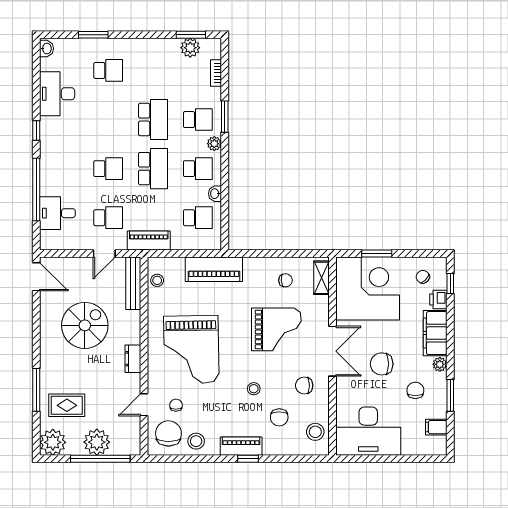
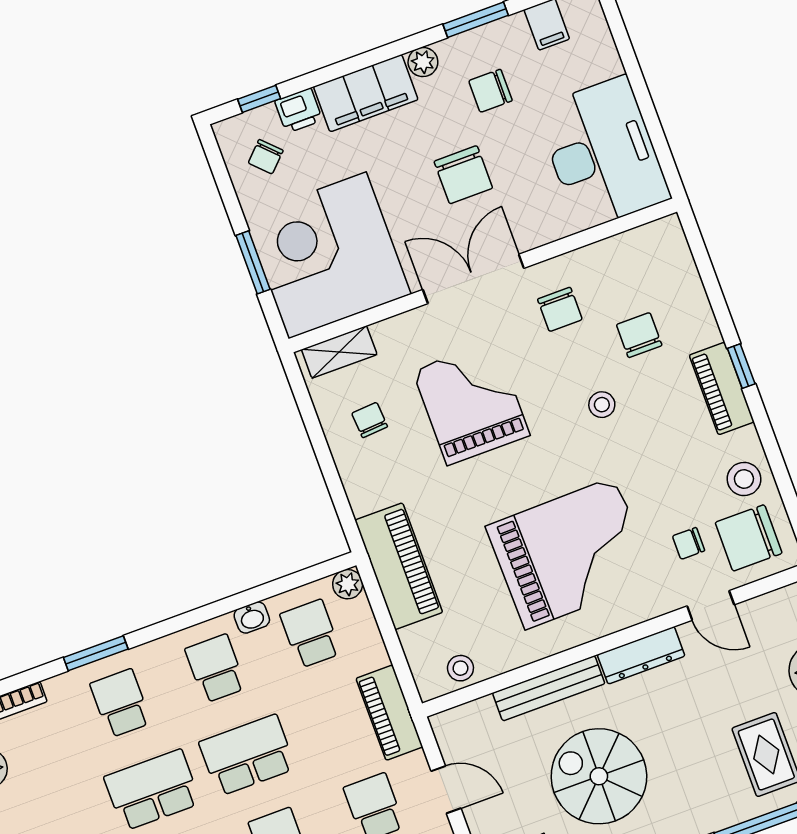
plant: (214, 144) -> (348, 584), moved
bench: (133, 283) -> (549, 688), moved
dresser: (133, 359) -> (641, 655), width x1.44
chair: (279, 417) -> (639, 335), turned -90
stool: (315, 432) -> (642, 255), removed

